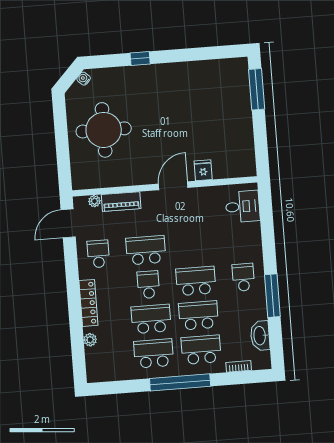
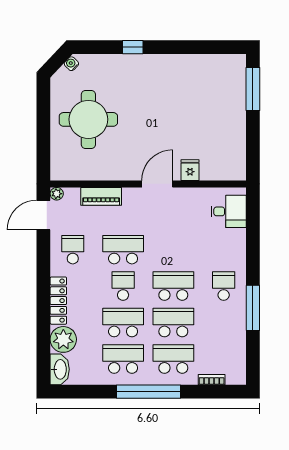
plant: (94, 201) -> (57, 194), moved
washbasin: (260, 336) -> (60, 369), moved, turned 180
plant: (90, 340) -> (63, 339), width x1.88, depth x1.88

